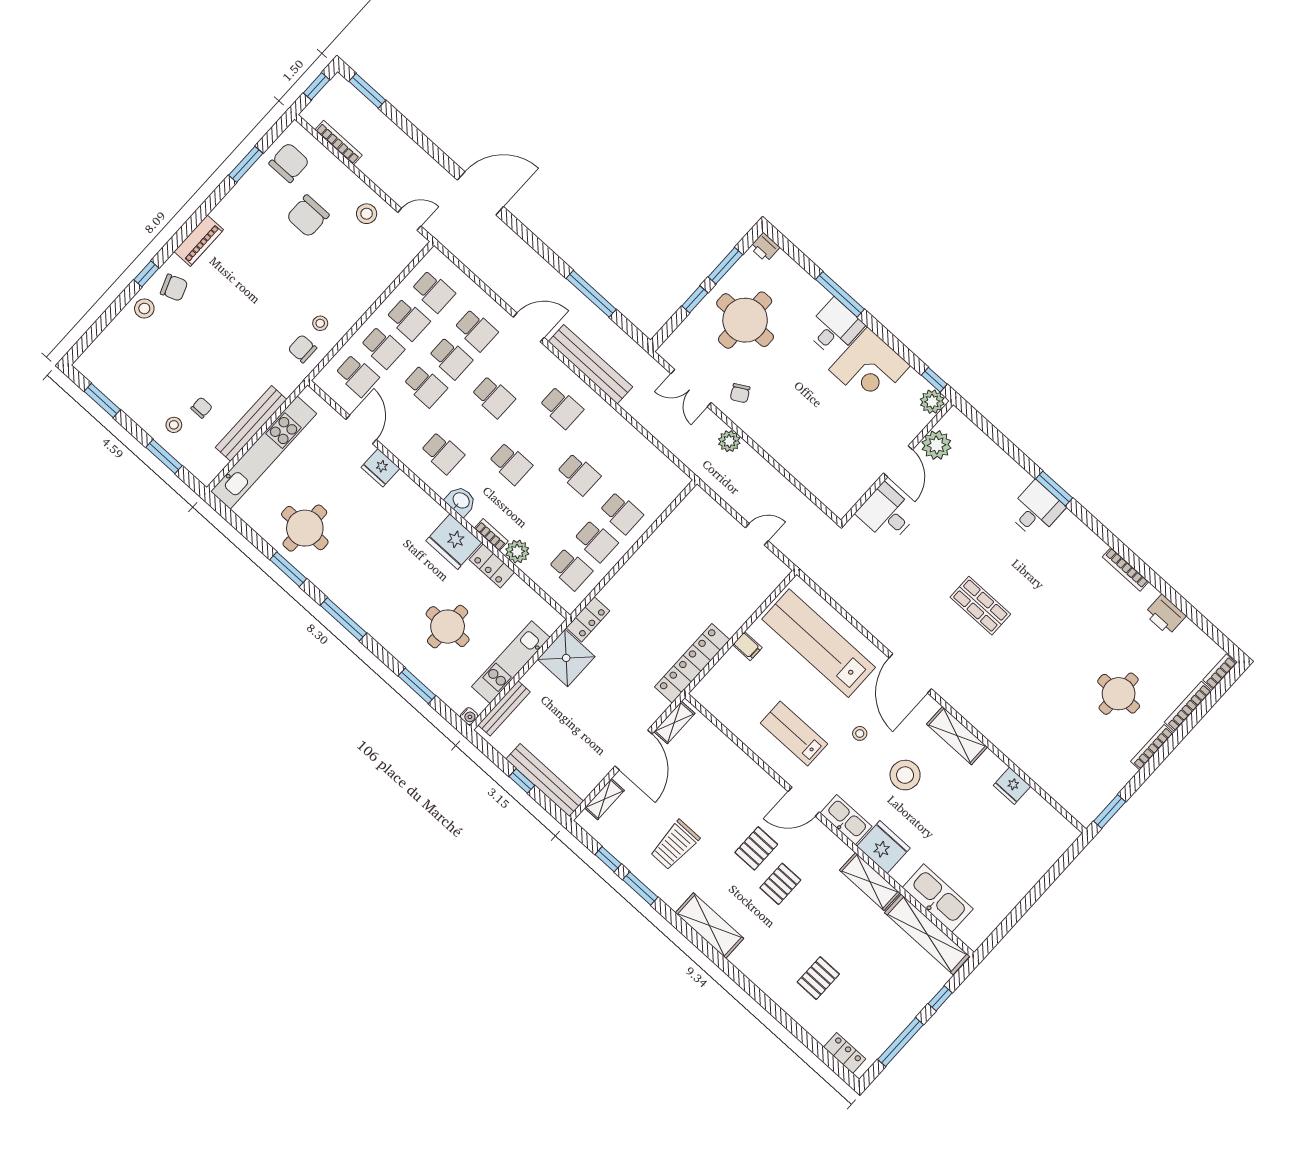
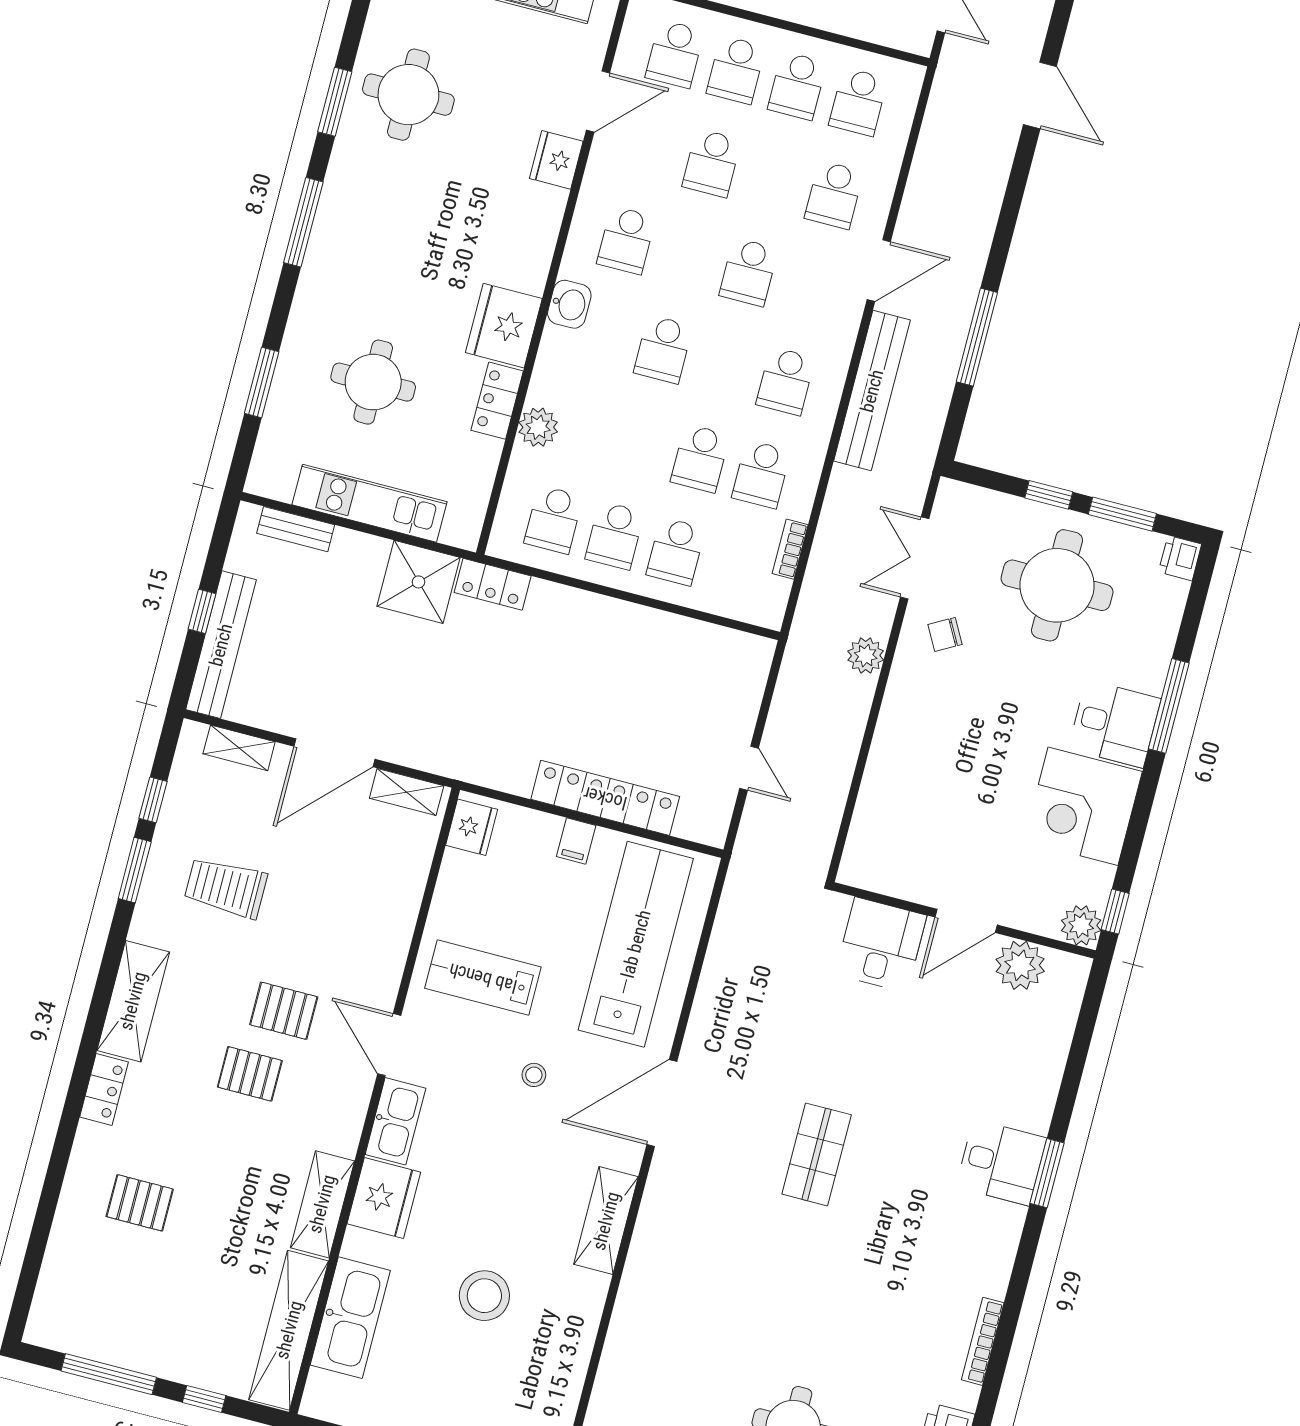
door: (480, 193) -> (1040, 95), width x0.73
door: (529, 327) -> (879, 271), hinge flipped
school desk: (451, 358) -> (761, 474), moved
bookcase: (491, 535) -> (790, 549), moved, turned 180
locker: (692, 663) -> (605, 798), moved
bench: (504, 708) -> (296, 529), width x0.73
water cooler: (469, 716) -> (257, 483), removed
lab bench: (794, 733) -> (483, 978), turned -90
stool: (905, 775) -> (484, 1296), moved
fridge: (1012, 786) -> (472, 827), moved, turned 180
locker: (845, 1053) -> (104, 1089), moved

